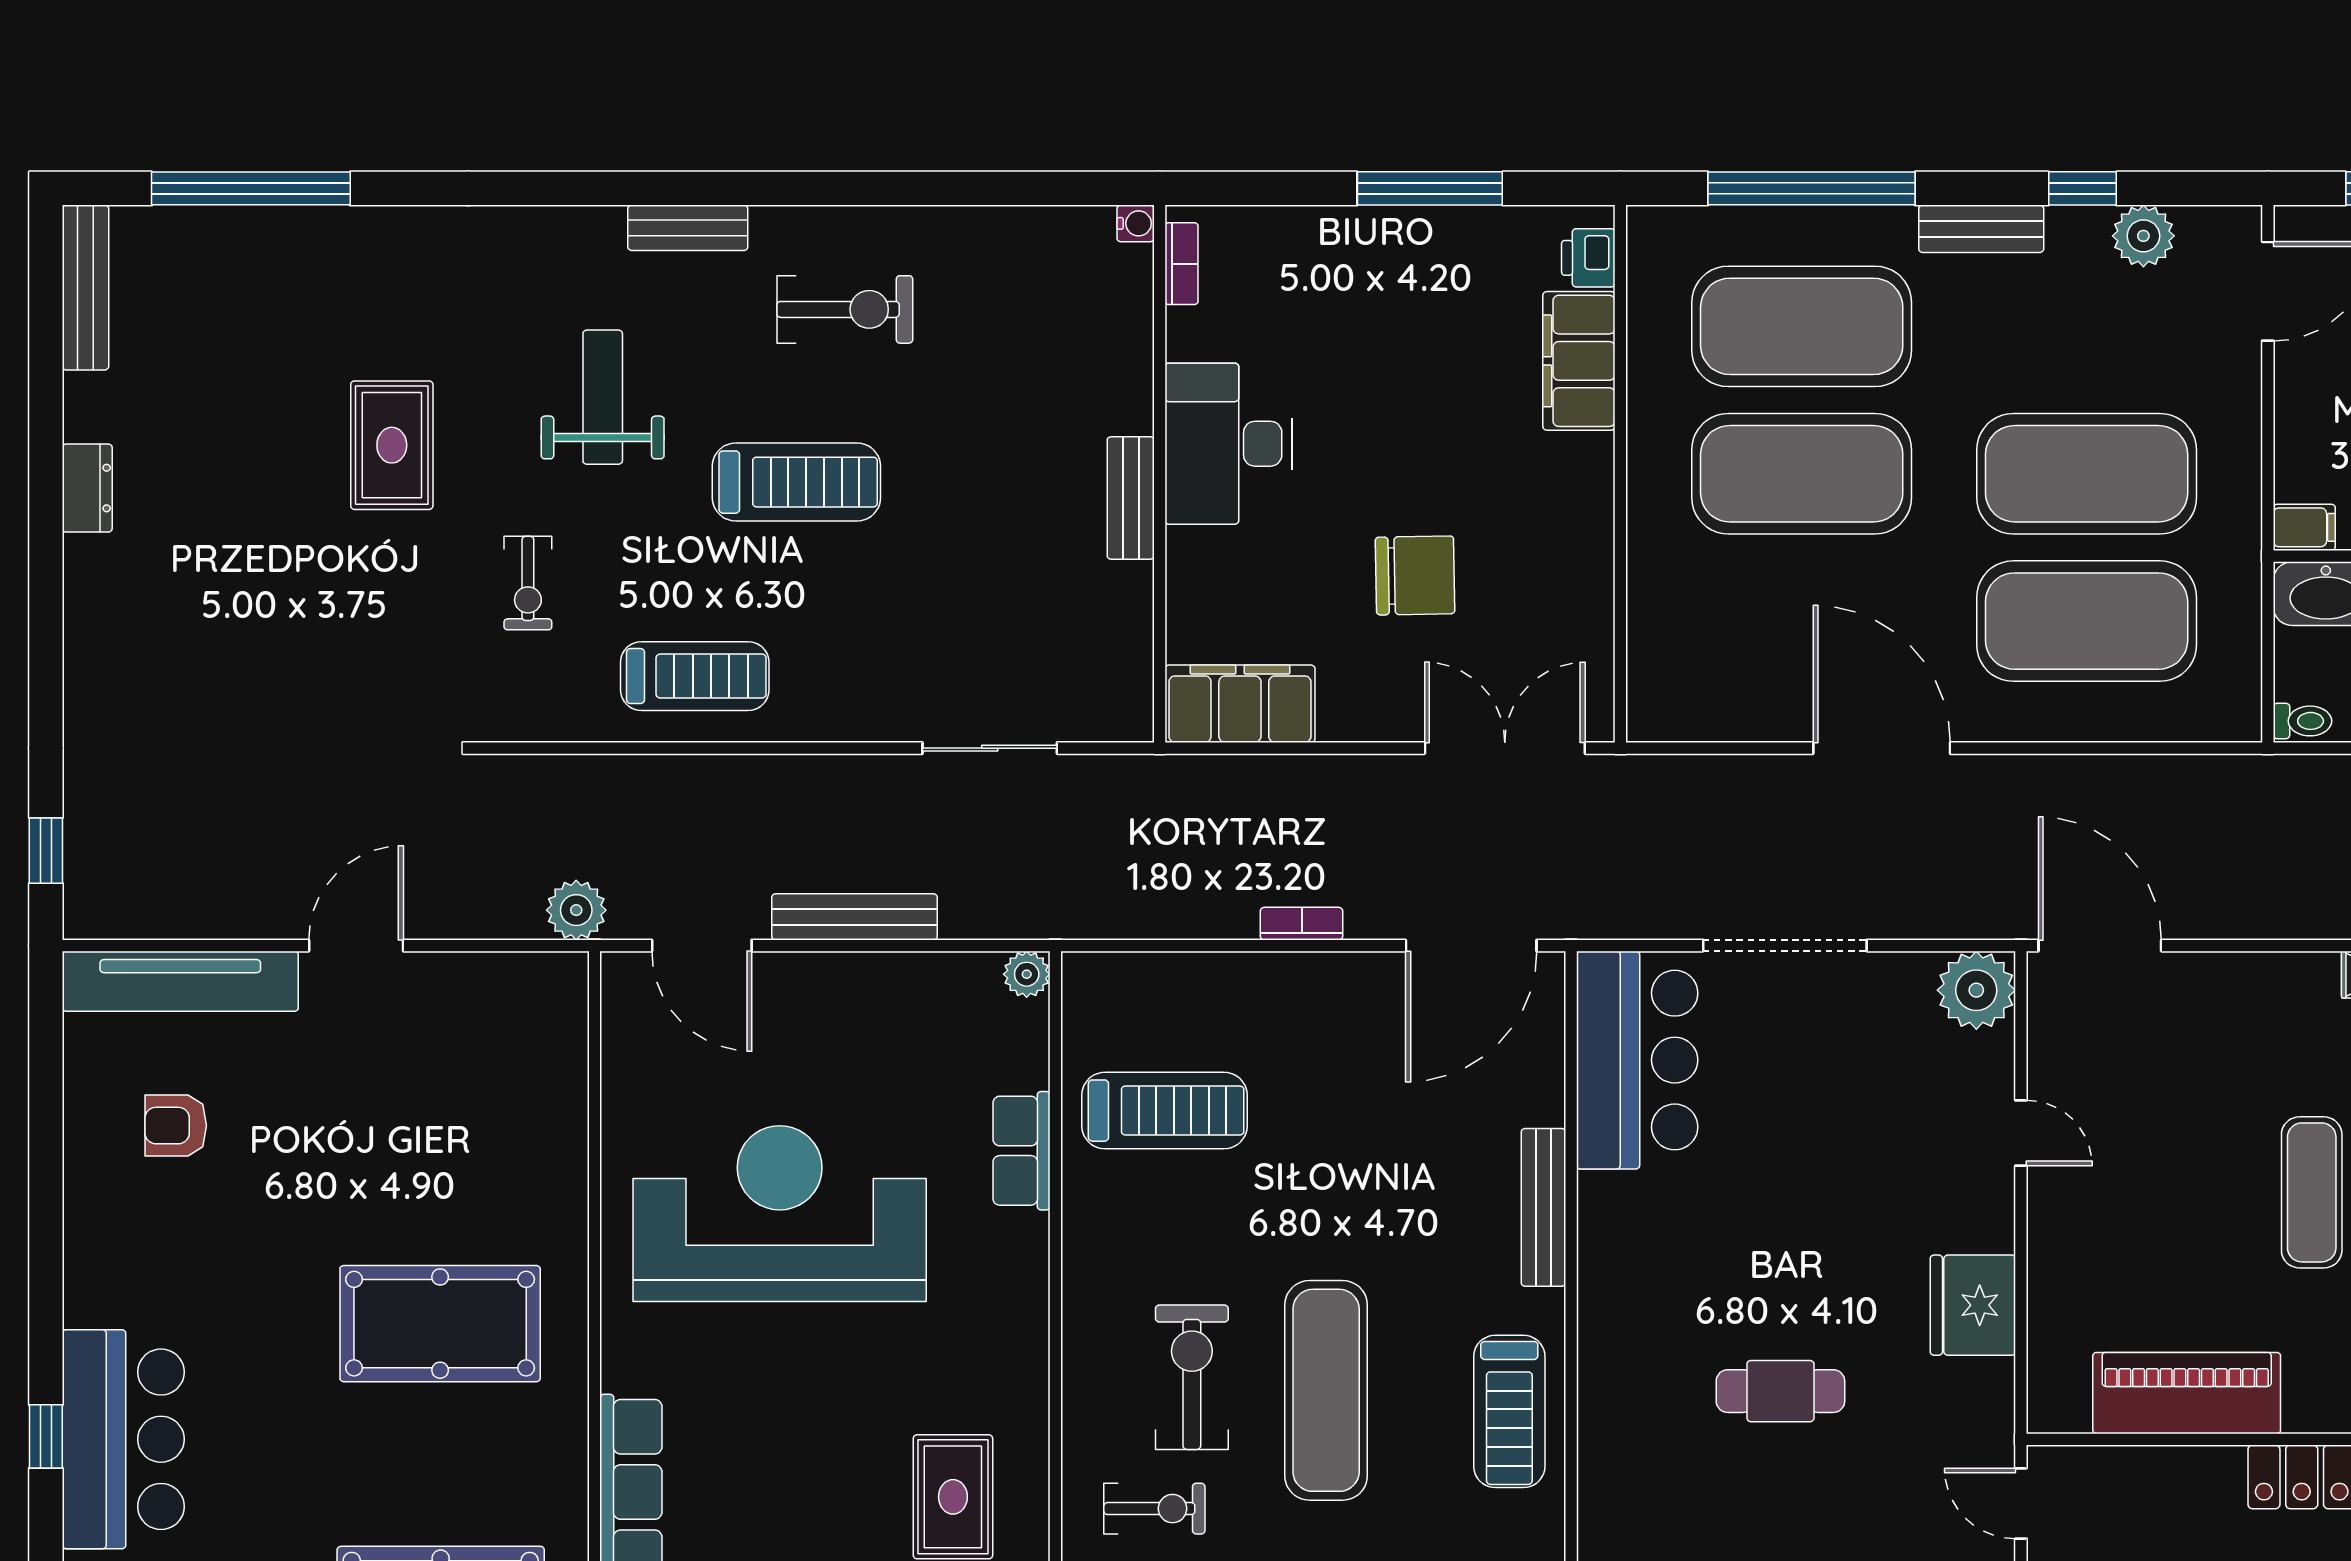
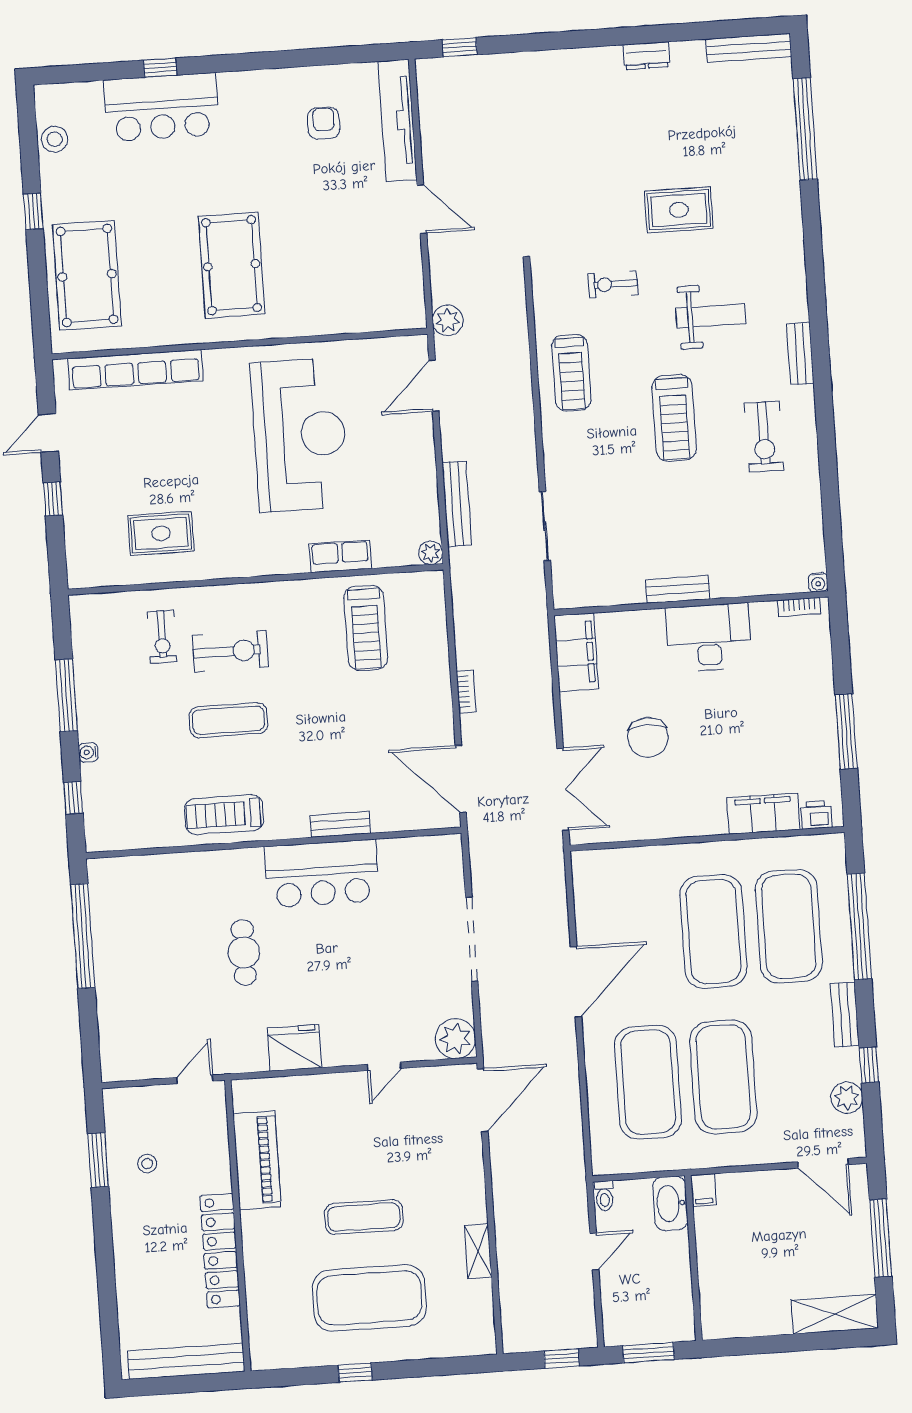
bench: (855, 917) -> (457, 504), moved
bar counter: (1637, 1060) -> (322, 874), moved
bench: (1543, 1207) -> (340, 824), width x0.73
exercise mat: (1326, 1390) -> (228, 720), width x0.73, depth x0.69

